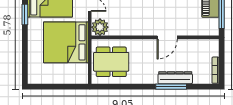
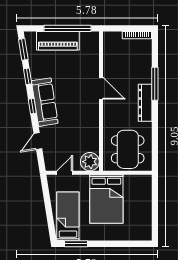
bed: (66, 42) -> (106, 199), width x0.73
dresser: (175, 78) -> (145, 103), moved

